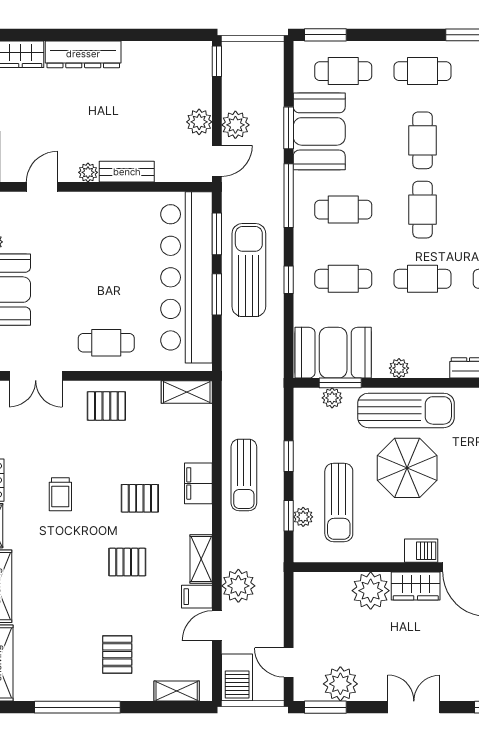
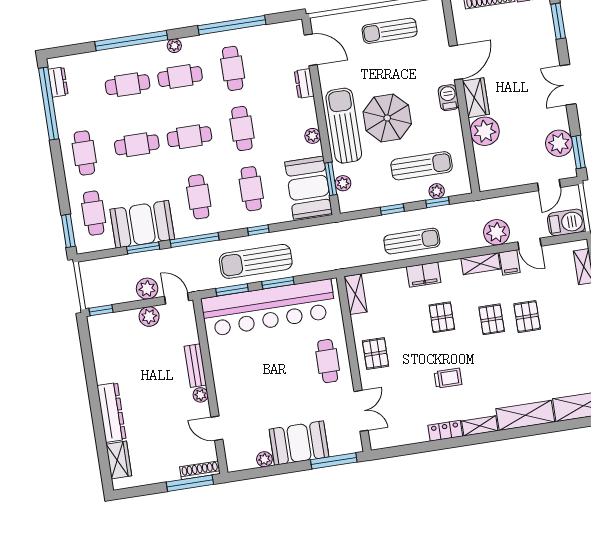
pallet: (117, 655) -> (527, 317), moved, turned 90

